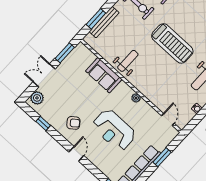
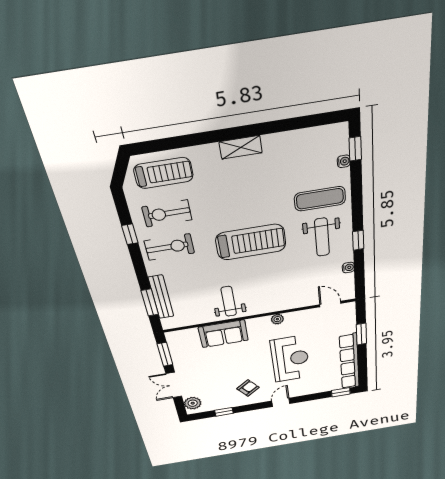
reception desk: (114, 130) -> (290, 359), turned -90
door: (76, 154) -> (281, 402), hinge flipped

